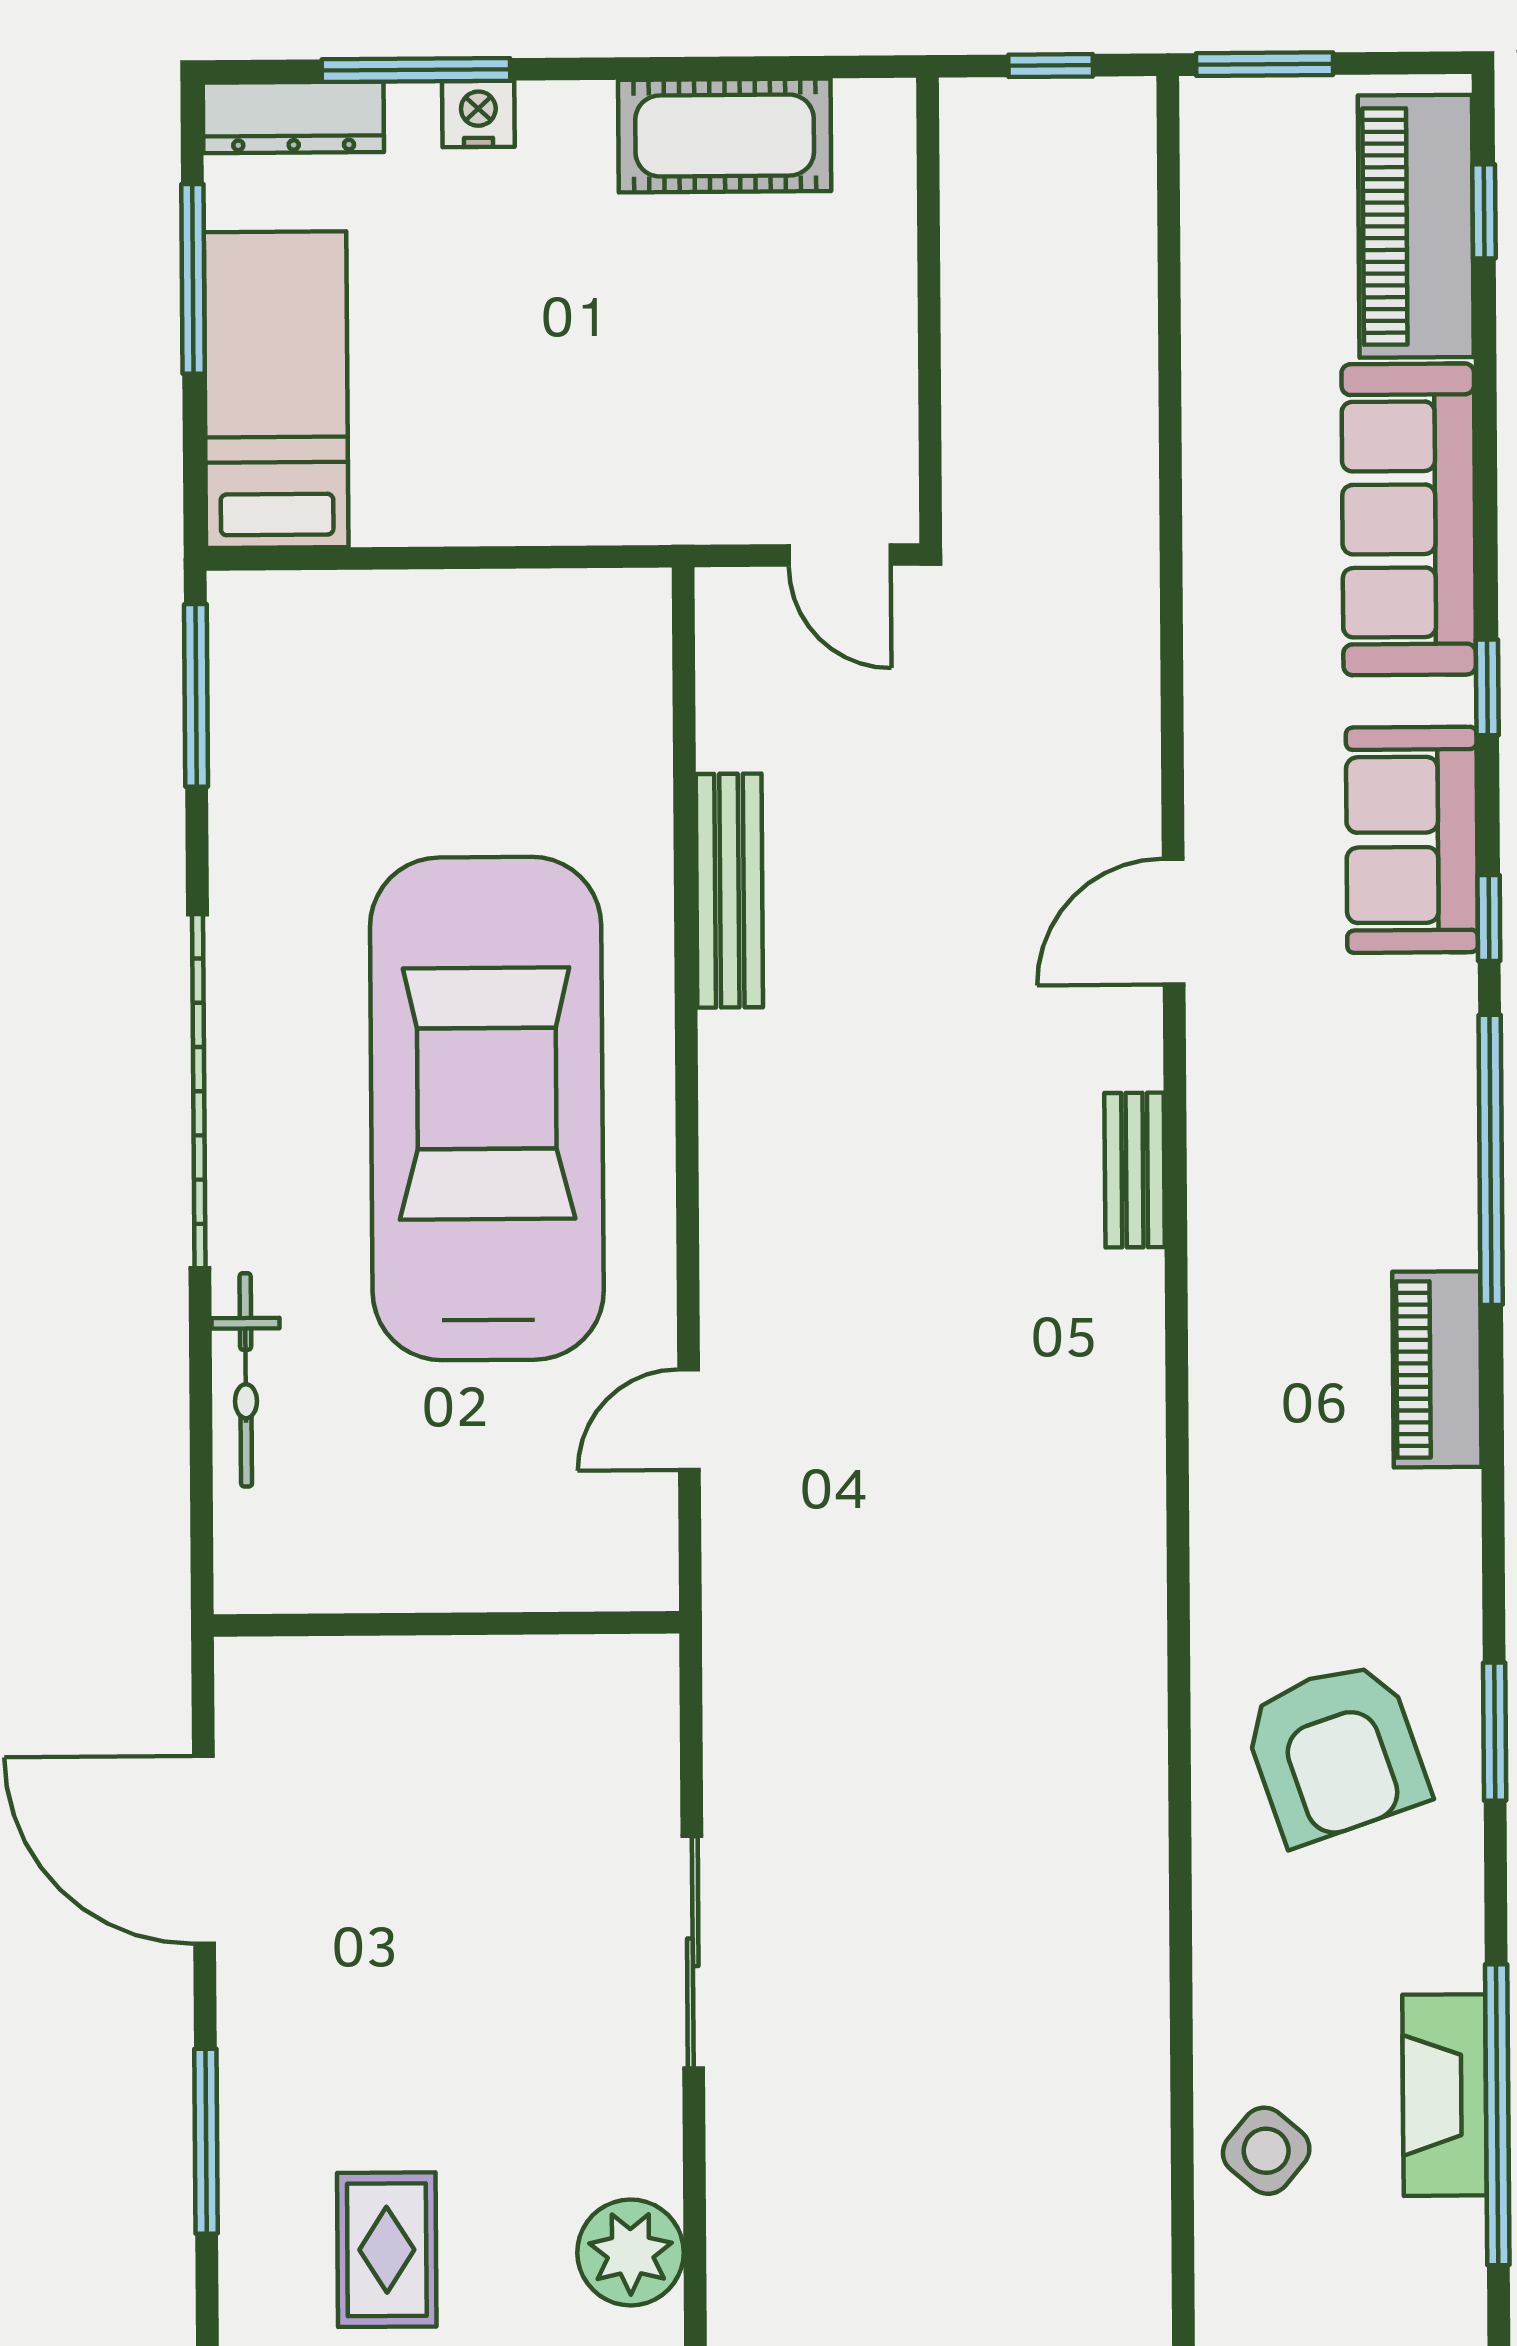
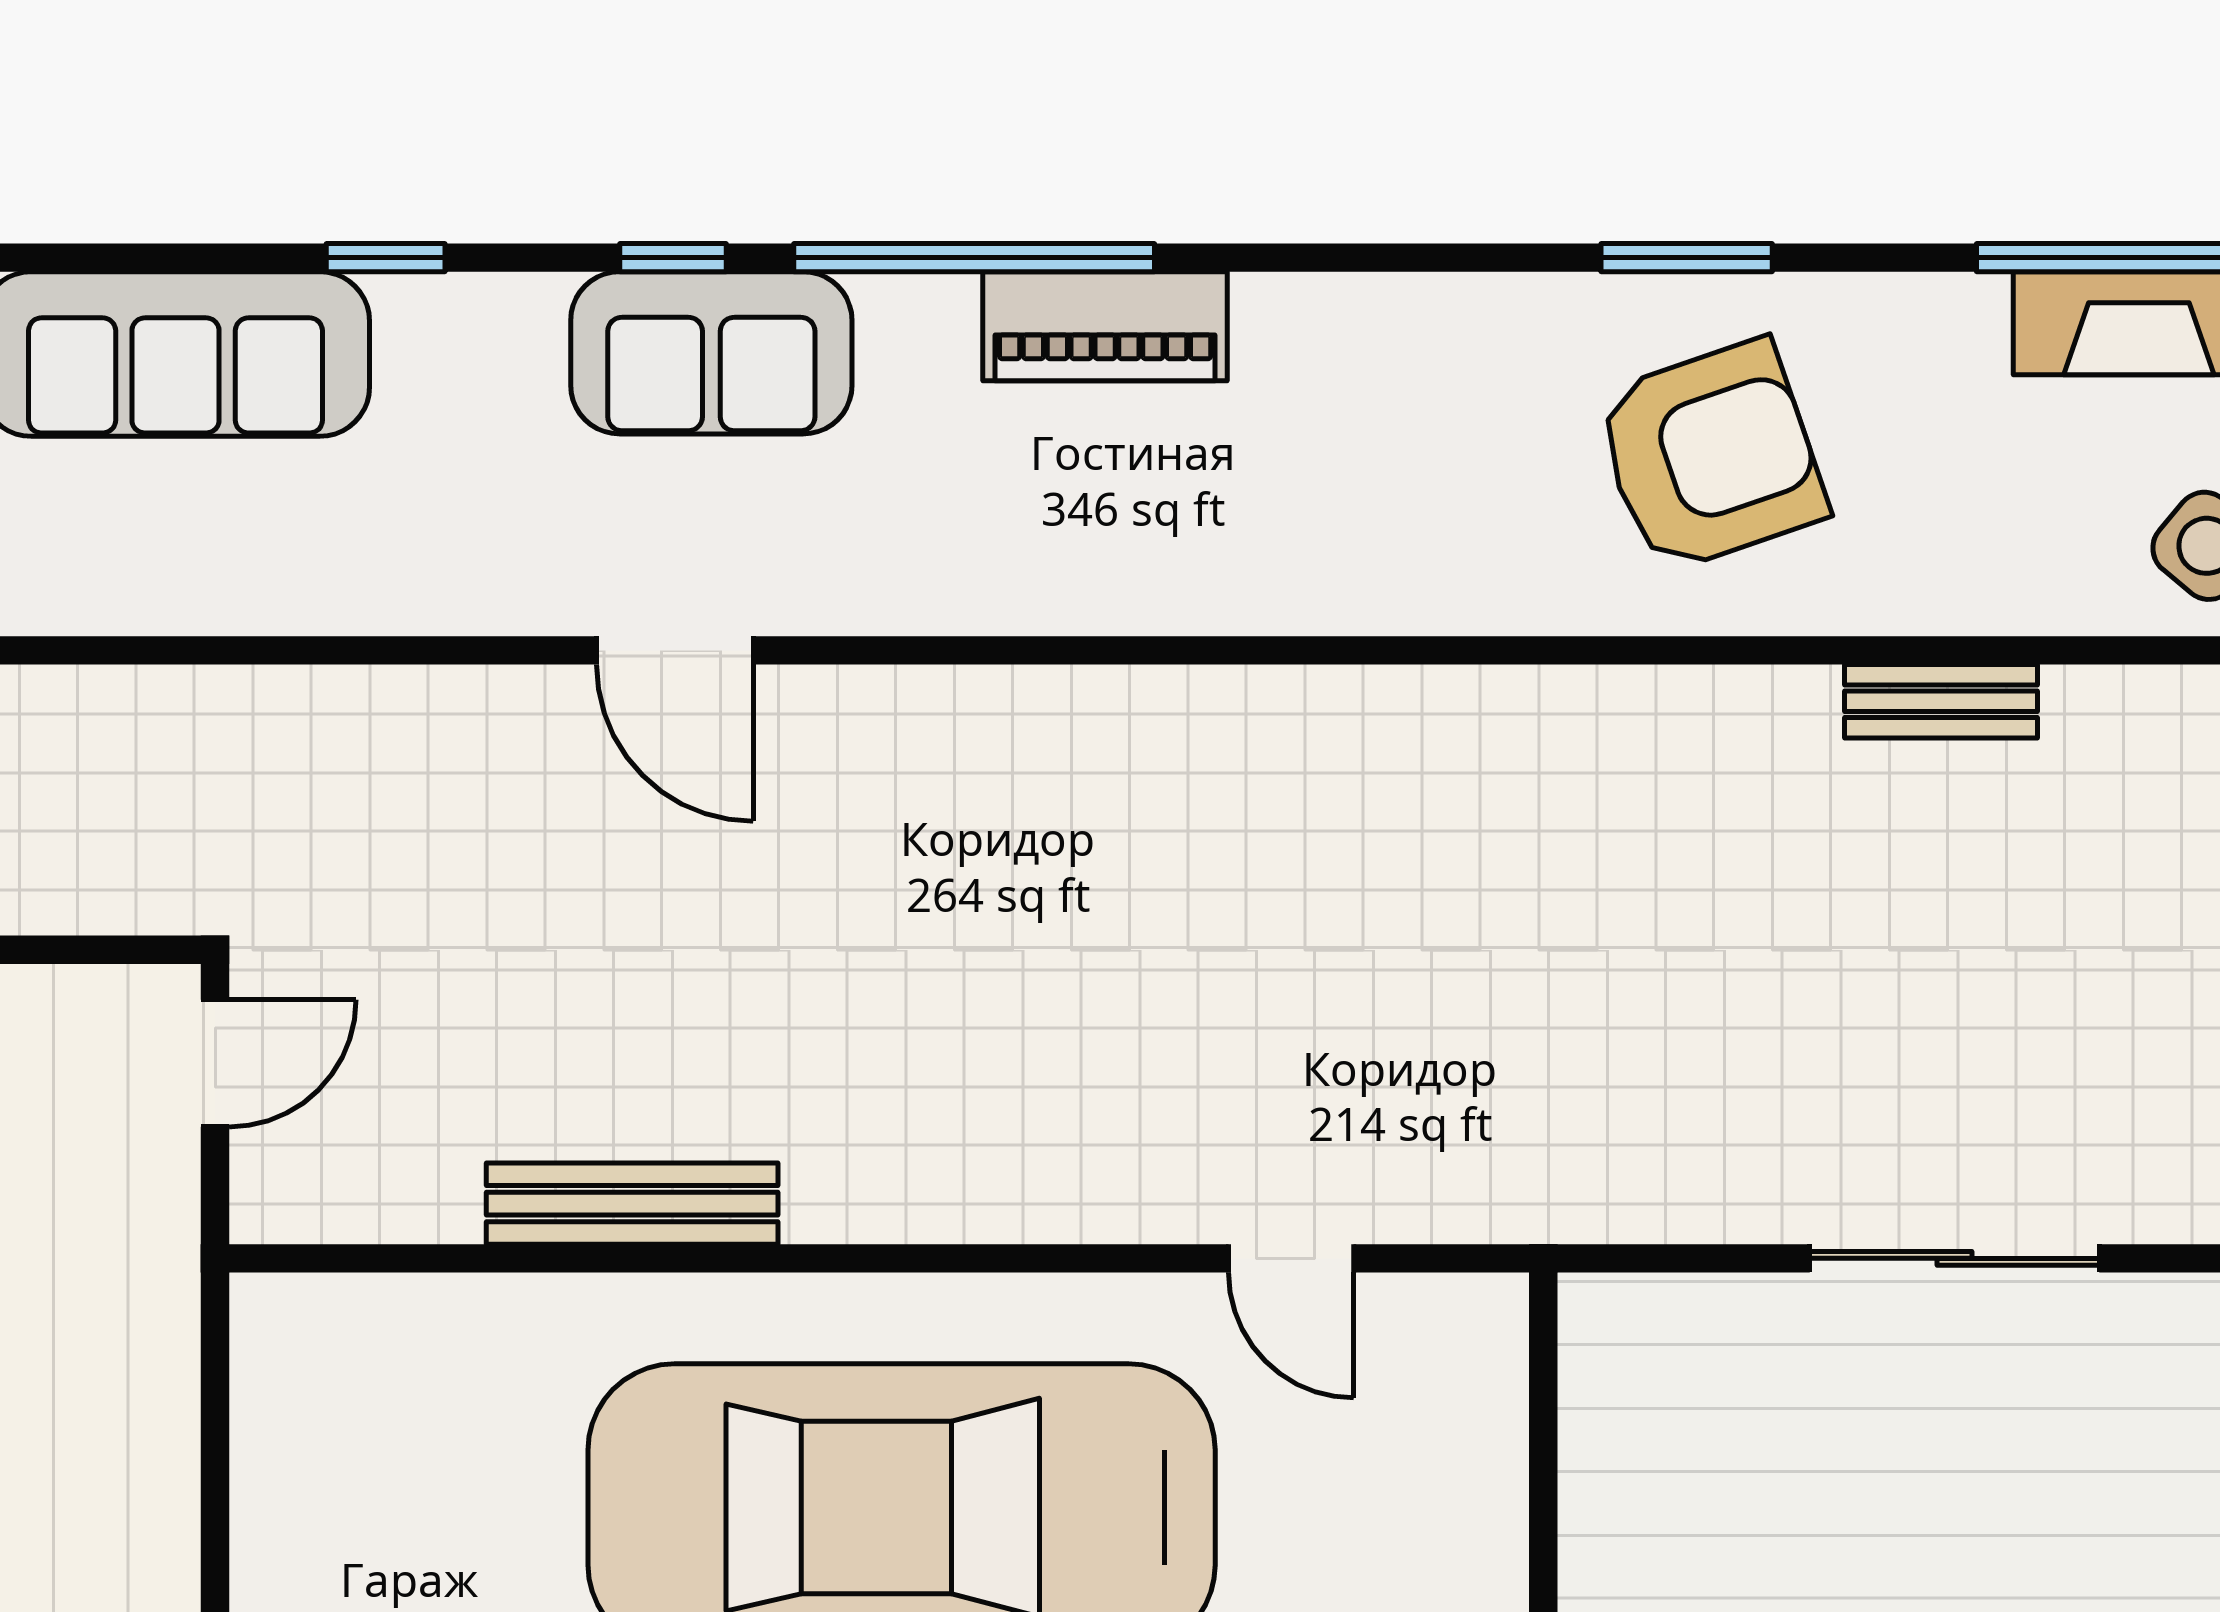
sofa: (1412, 840) -> (711, 353), moved
bench: (1135, 1170) -> (1941, 701), moved
piano: (1437, 1369) -> (1105, 326), moved

